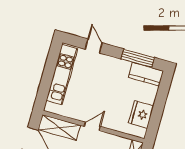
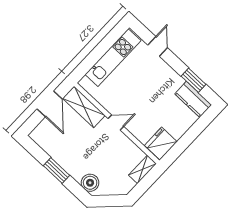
window: (138, 58) -> (193, 80), width x0.69
fridge: (141, 114) -> (161, 144), moved

